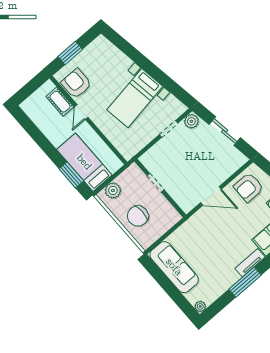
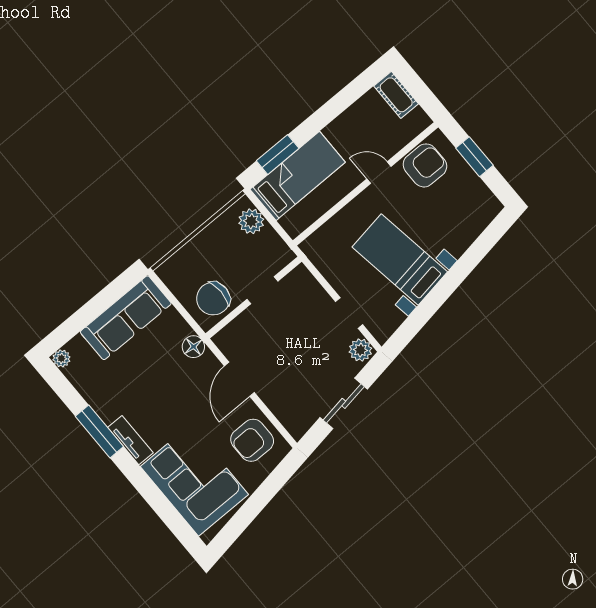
cot: (60, 102) -> (396, 95), moved, turned 90
armchair: (249, 187) -> (252, 440), turned -90
chair: (138, 216) -> (213, 299), moved, turned -90
floor lamp: (191, 225) -> (193, 347), added

